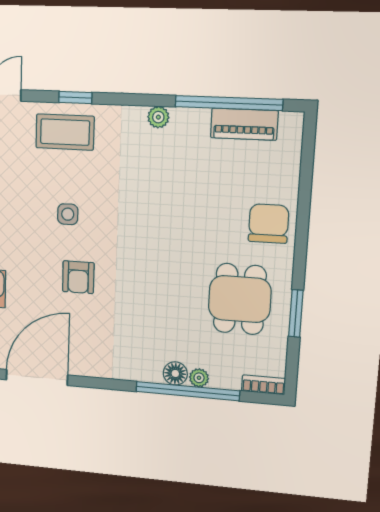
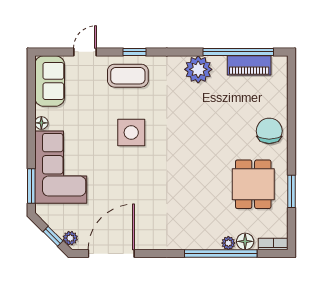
plant: (158, 117) -> (198, 69), width x1.88, depth x1.88
side table: (68, 214) -> (131, 132), width x1.87, depth x1.87
armchair: (78, 277) -> (140, 177), removed
floor lamp: (175, 373) -> (245, 241), moved

